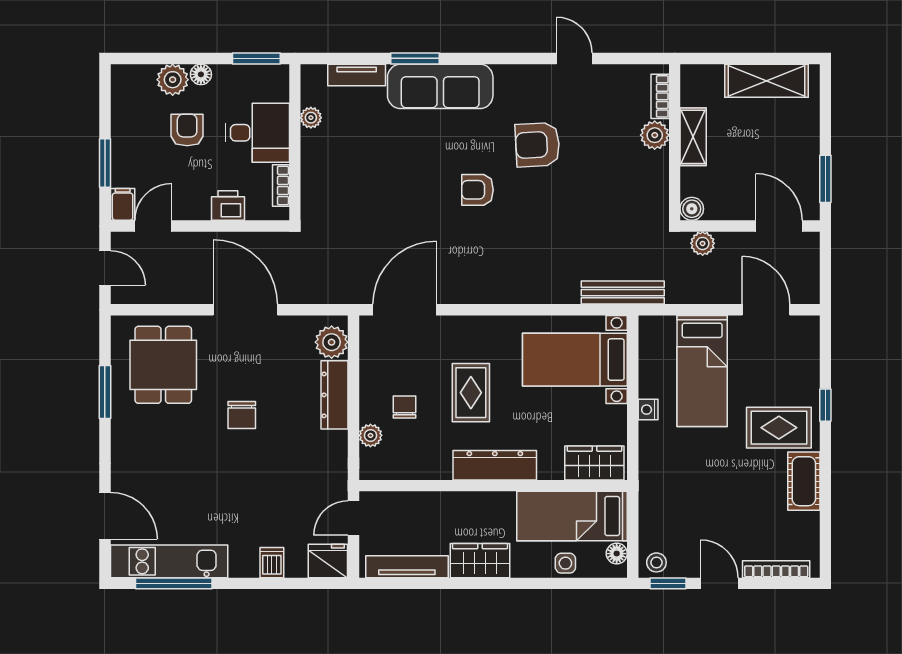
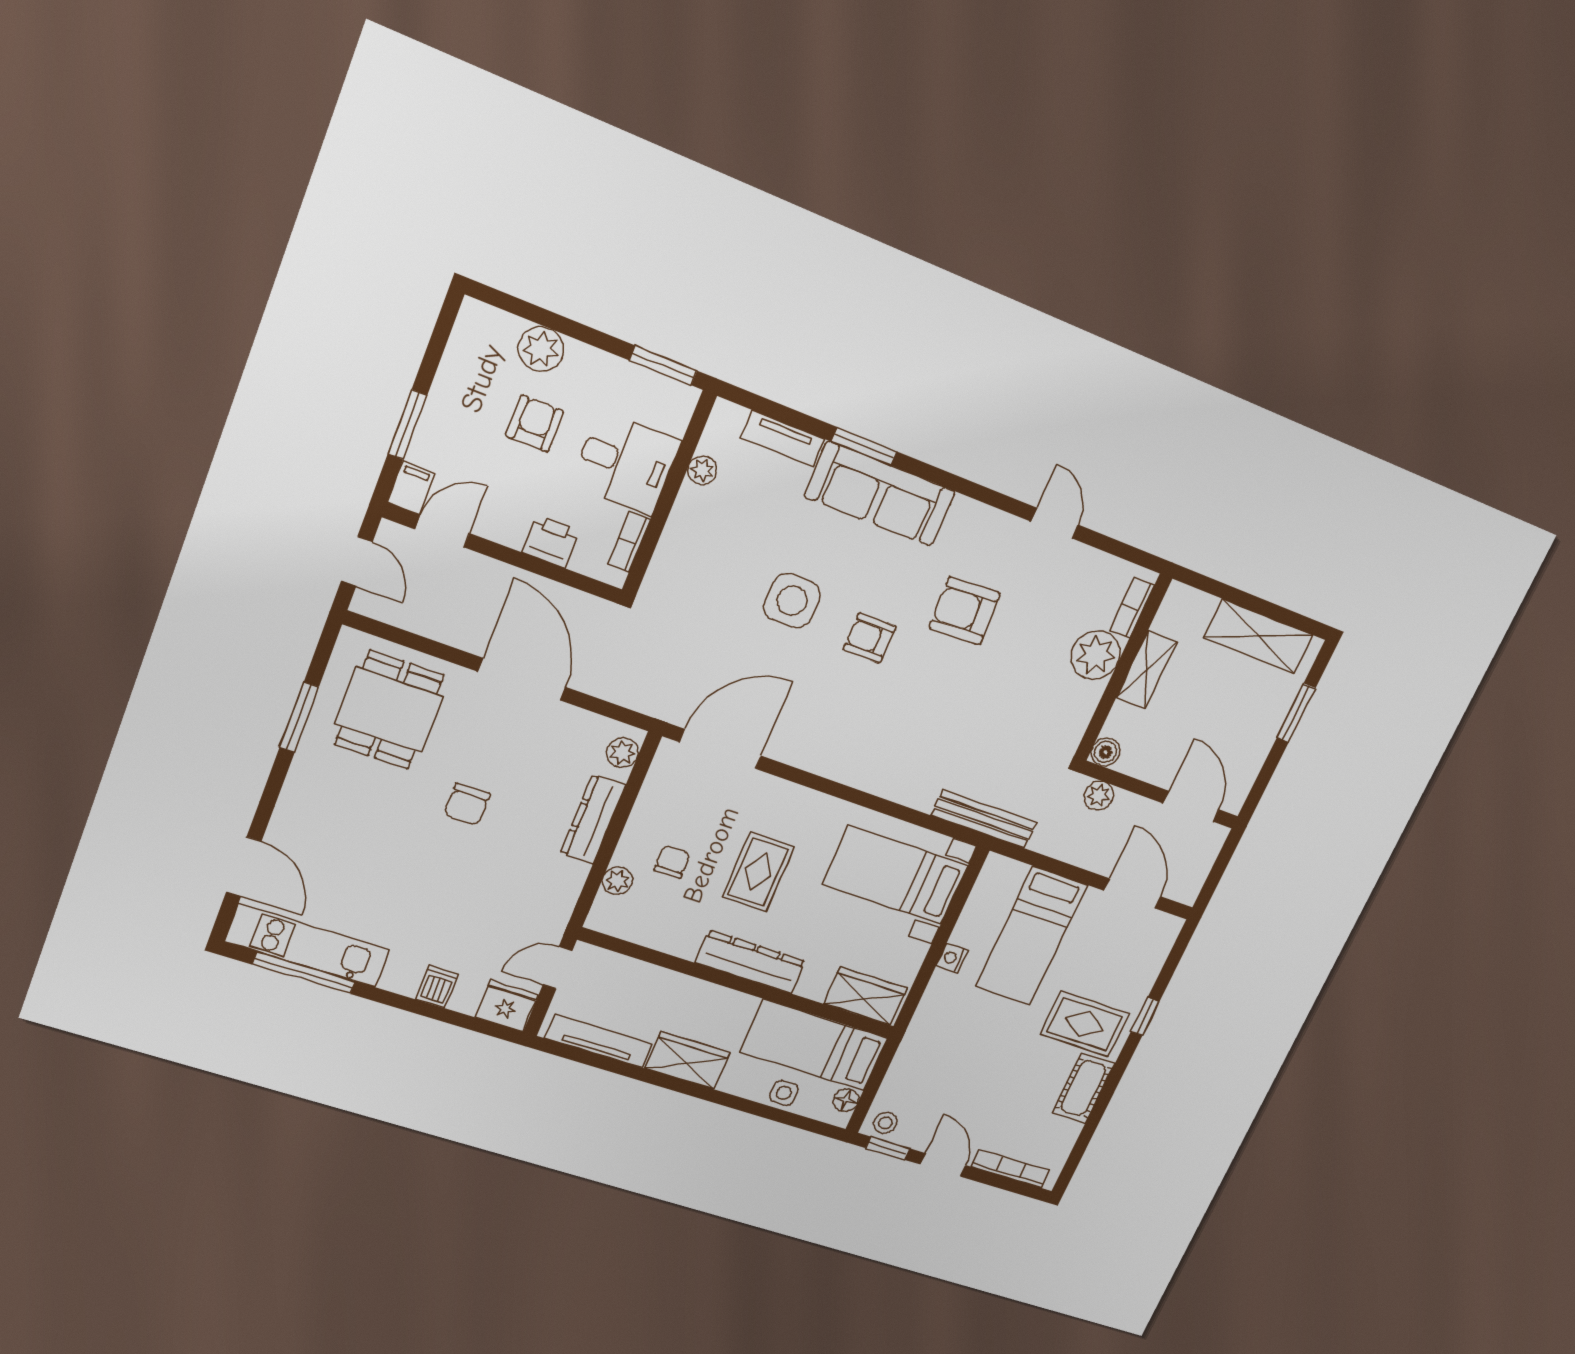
floor lamp: (201, 74) -> (582, 357), removed
plant: (655, 135) -> (1096, 655), width x1.36, depth x1.36
window: (825, 179) -> (1296, 713), moved
side table: (411, 184) -> (792, 601), added
plant: (332, 342) -> (622, 753), width x0.73, depth x0.73

